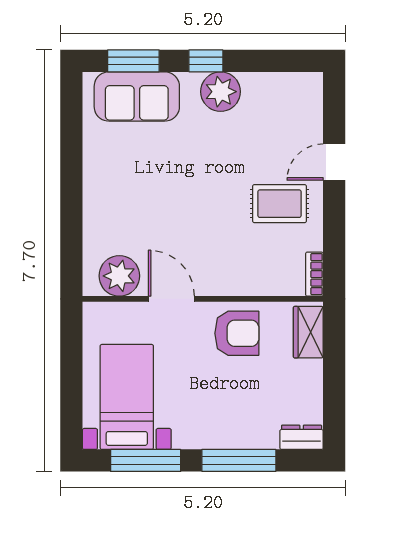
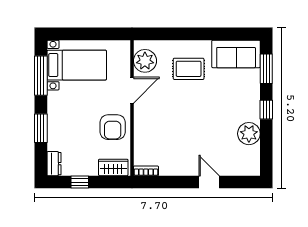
plant: (221, 92) -> (249, 134), moved
sofa: (137, 96) -> (236, 54), moved, turned -90
rug: (279, 204) -> (189, 69), moved, turned 90
window: (334, 392) -> (80, 182), added
window: (239, 460) -> (41, 128), width x0.69

